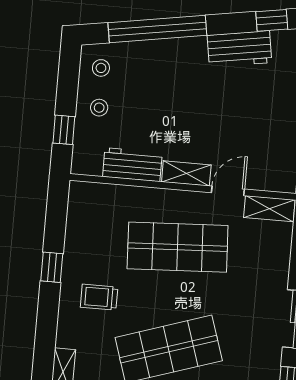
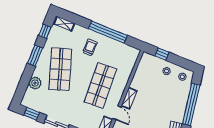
workbench: (132, 165) -> (139, 77), removed
window: (52, 267) -> (108, 32), width x3.17

